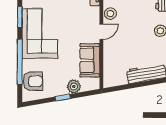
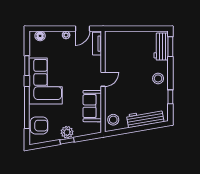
stool: (110, 14) -> (113, 120), moved
plant: (74, 86) -> (67, 132), moved

